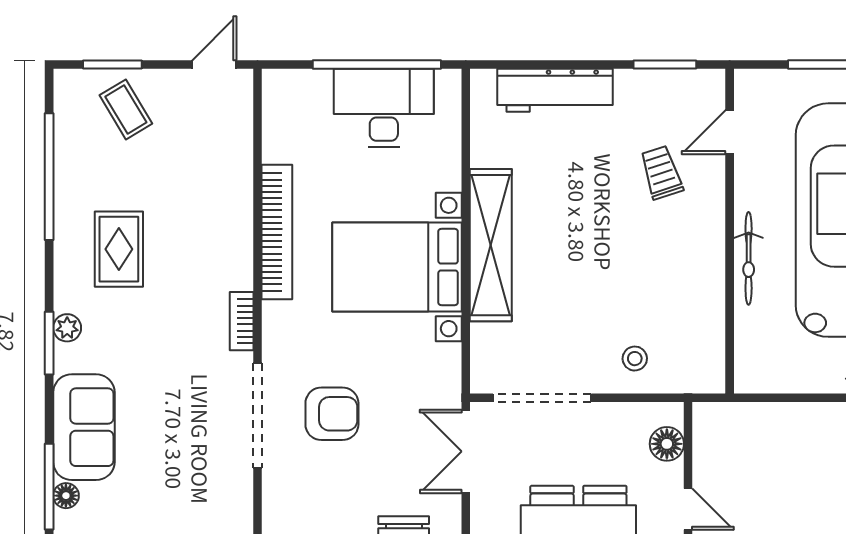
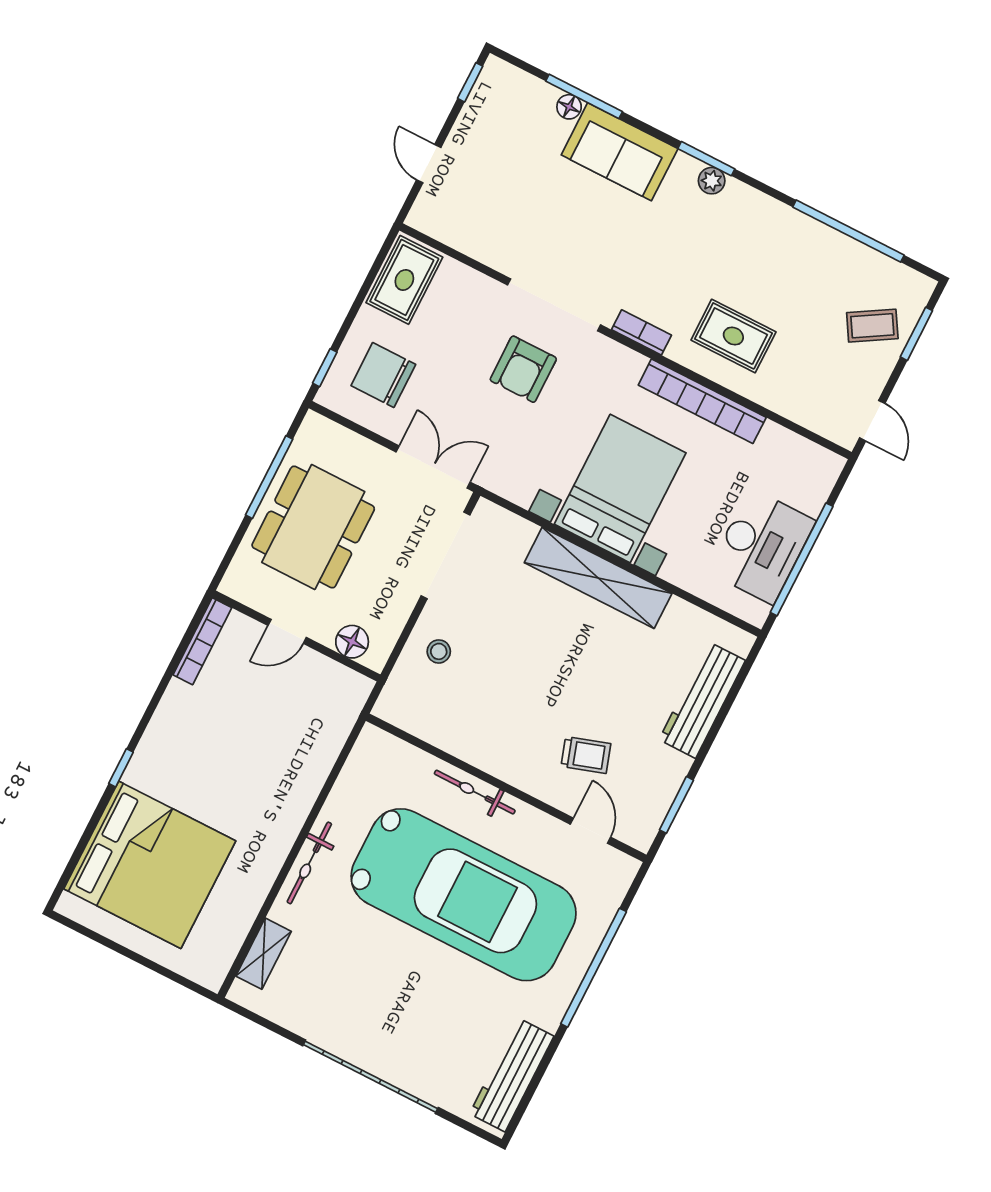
rug: (119, 249) -> (733, 336), moved

